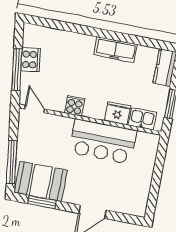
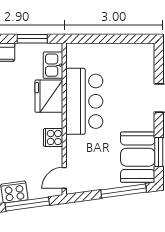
fridge: (117, 113) -> (49, 96), width x1.36, depth x1.34

